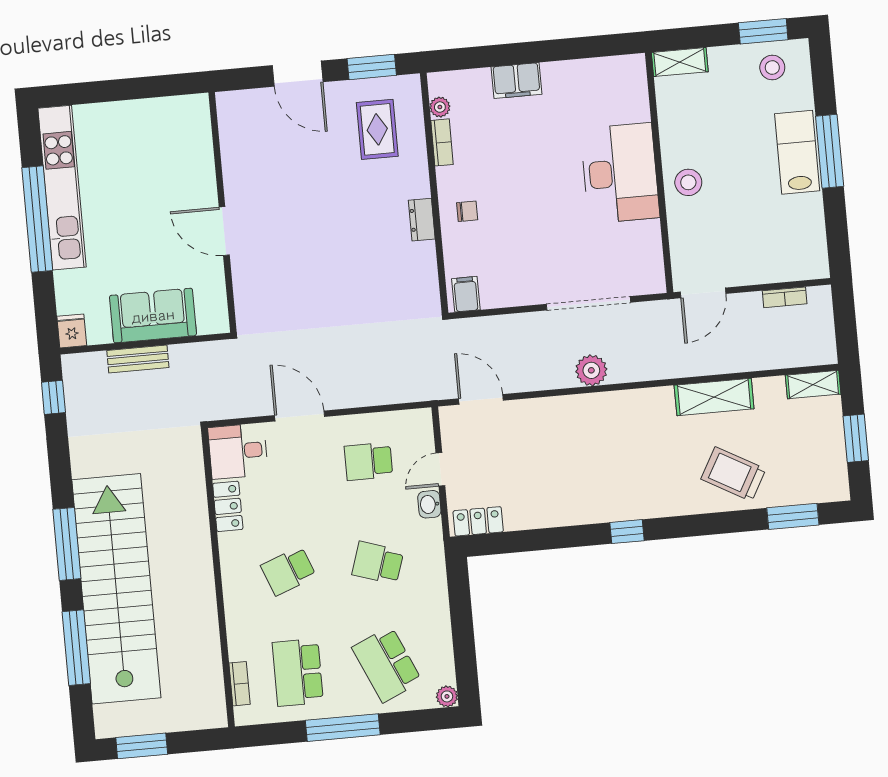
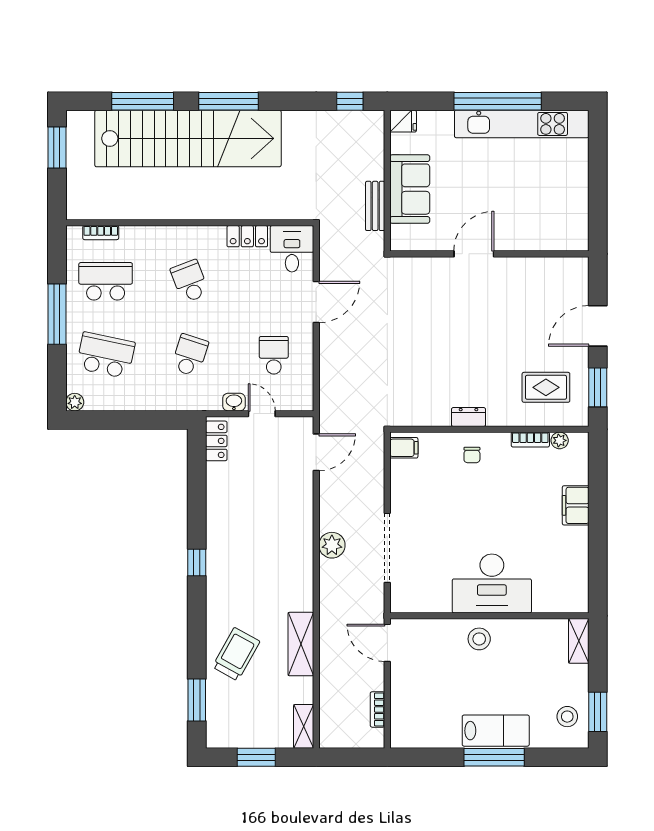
bench: (138, 359) -> (375, 206), moved
school desk: (387, 664) -> (106, 355), turned 36

